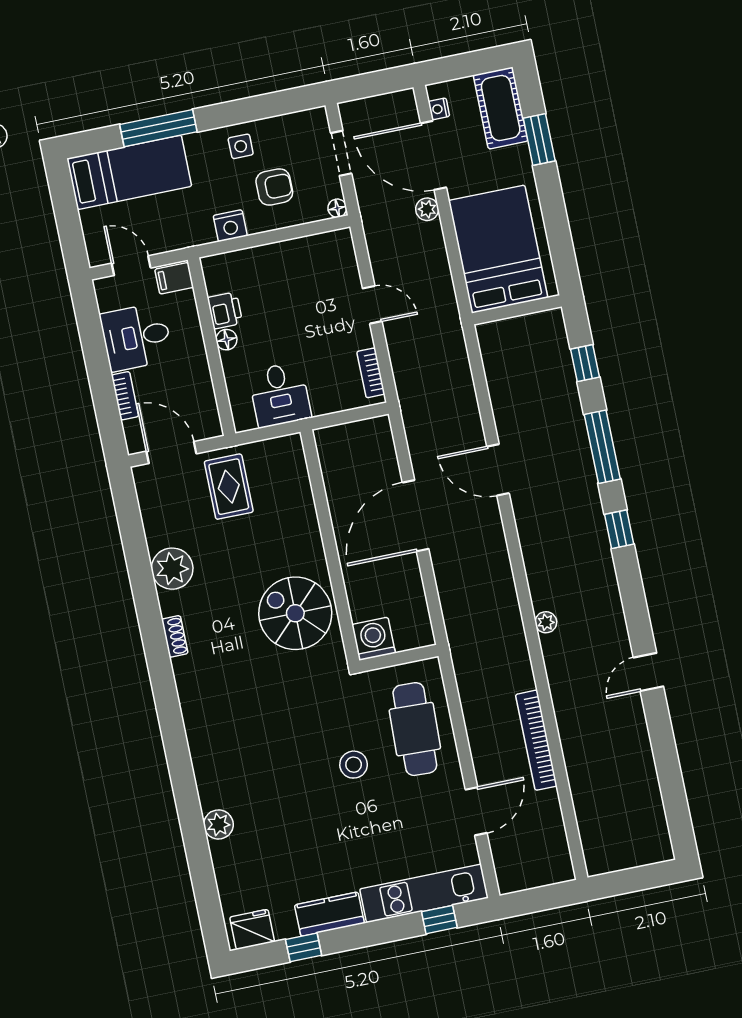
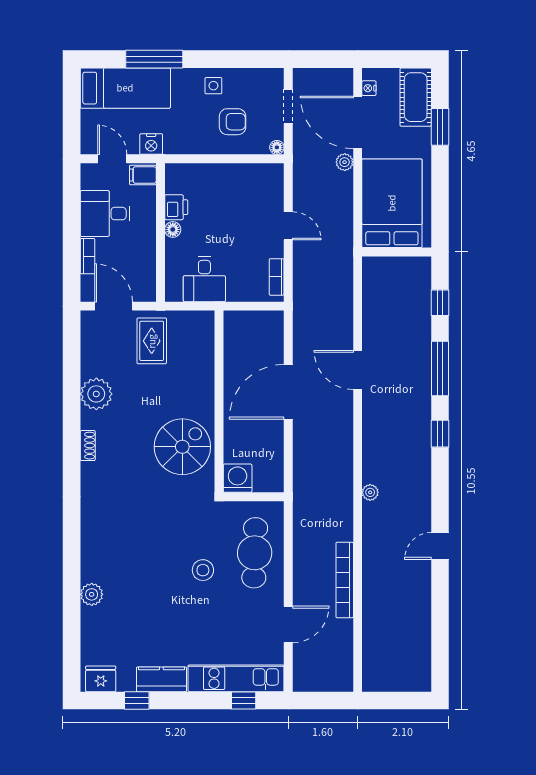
nightstand: (230, 226) -> (151, 144), moved
spiral stairs: (295, 613) -> (182, 447), turned 90

